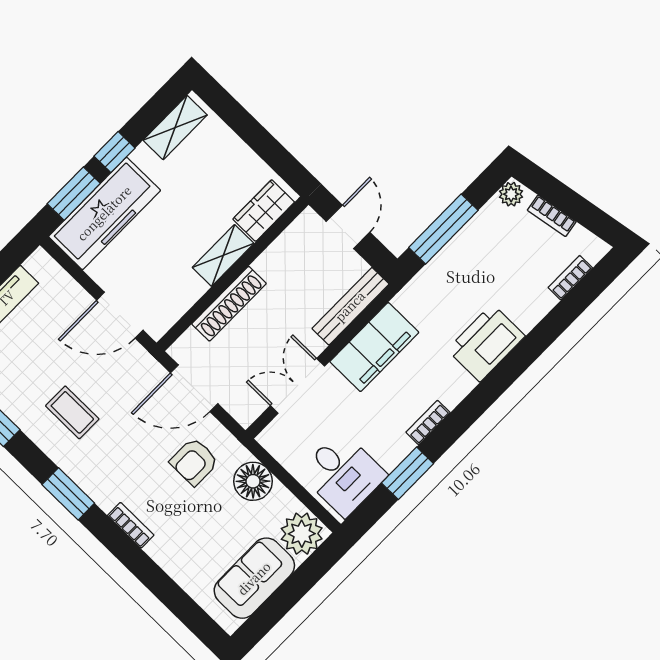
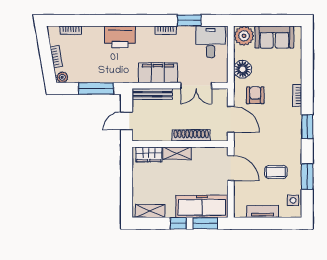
coffee table: (72, 412) -> (276, 172), moved, turned 90
armchair: (194, 462) -> (255, 95), turned -90

